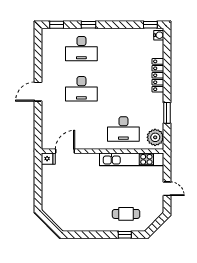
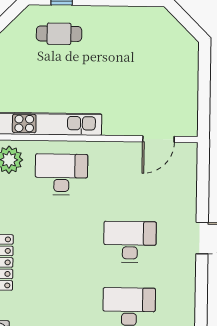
fridge: (48, 159) -> (187, 127), removed

